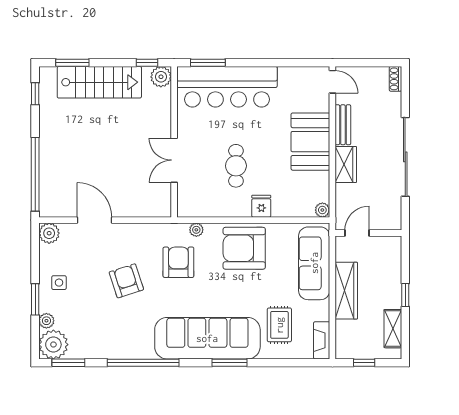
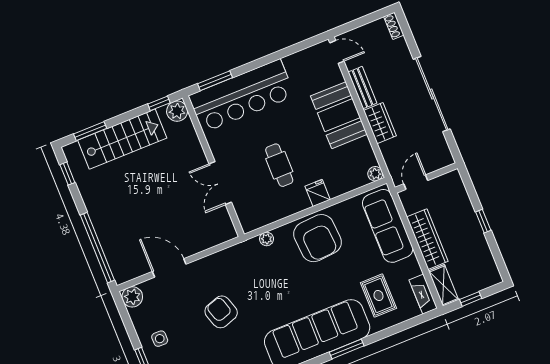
armchair: (244, 248) -> (317, 238), turned -94
armchair: (178, 262) -> (262, 275), removed
shelving: (393, 329) -> (443, 285), moved

